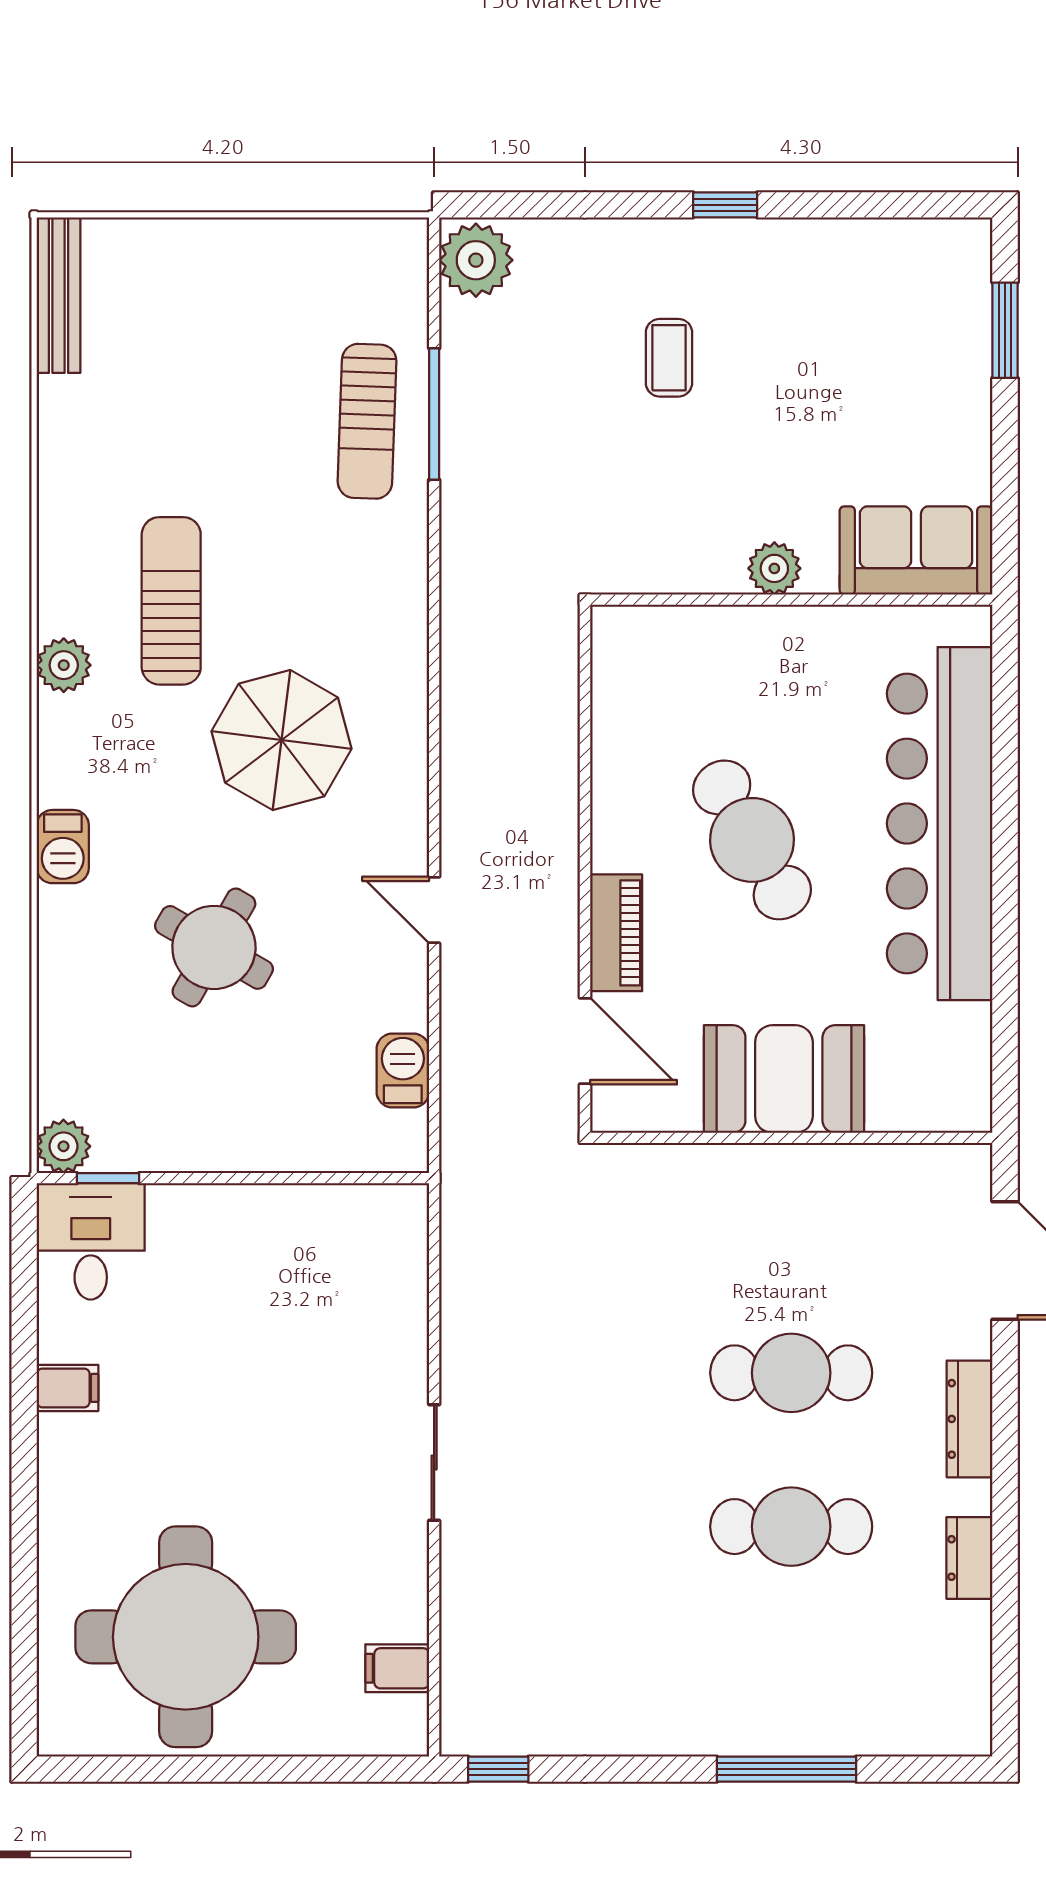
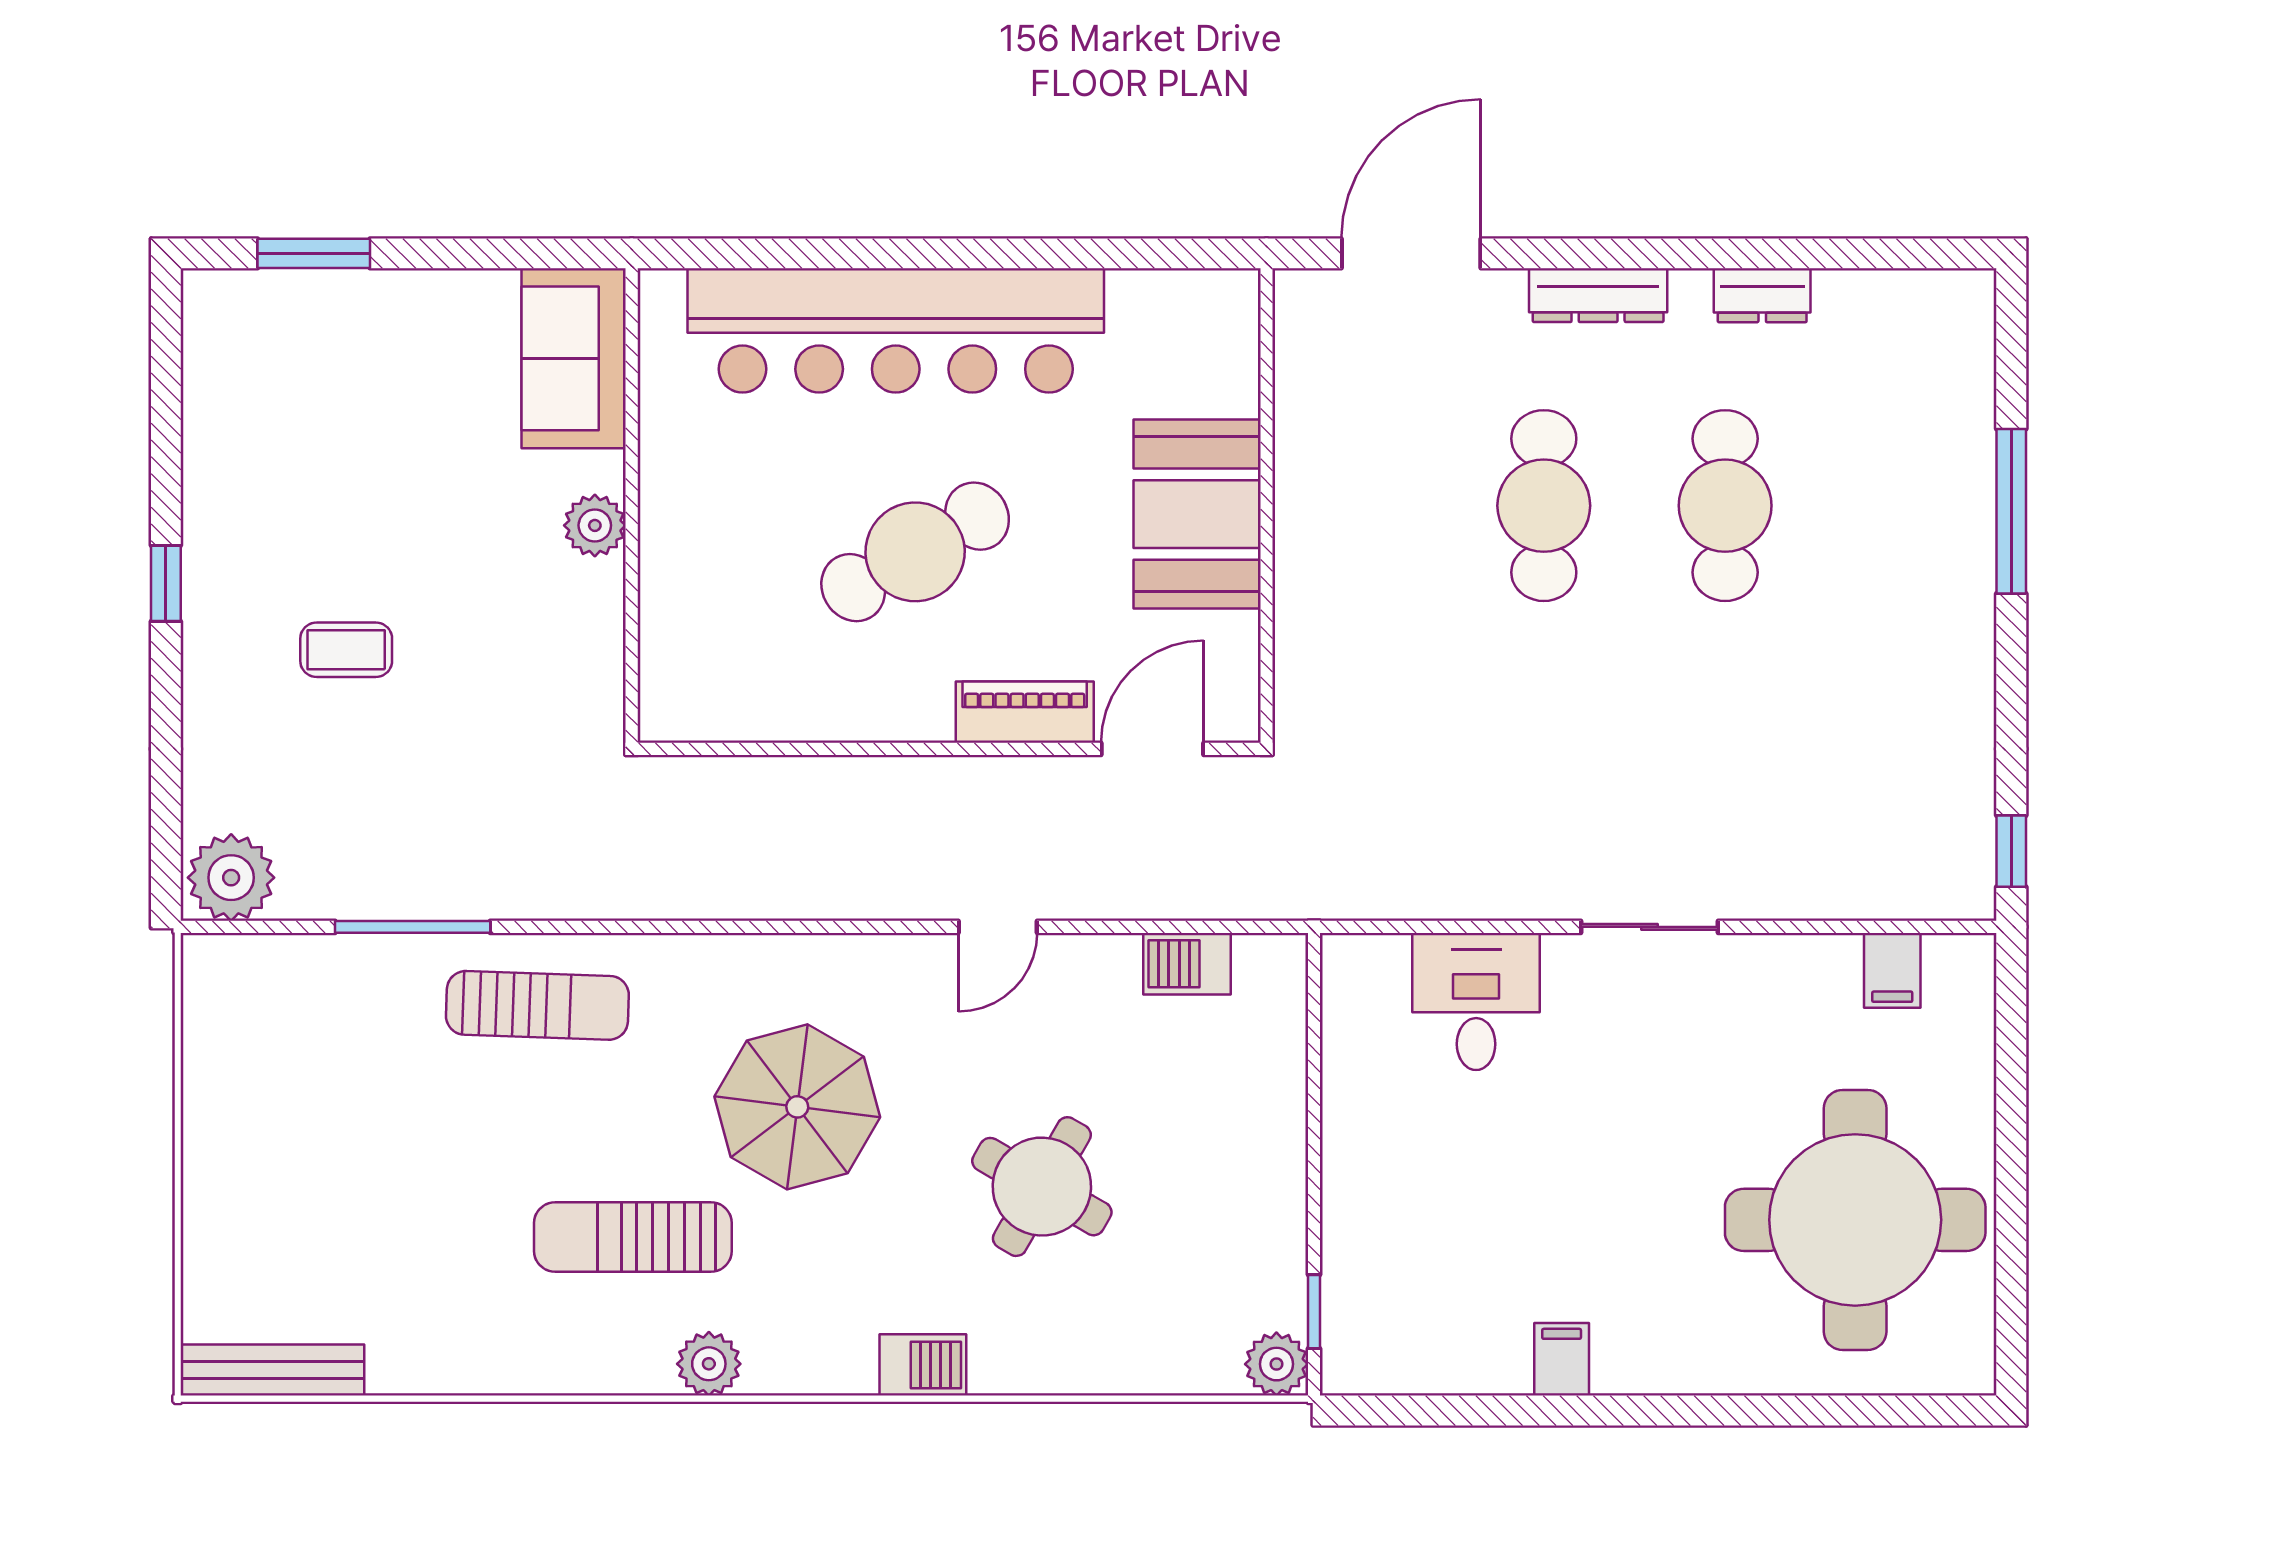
sun lounger: (367, 421) -> (537, 1005), moved
desk: (91, 1241) -> (1476, 1001), moved, turned 90

